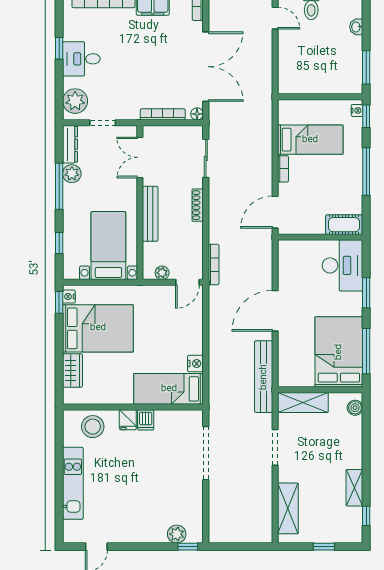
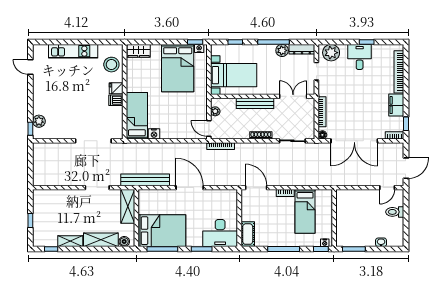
wardrobe: (72, 370) -> (139, 51), moved
shelving: (288, 508) -> (101, 240), moved

